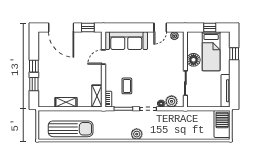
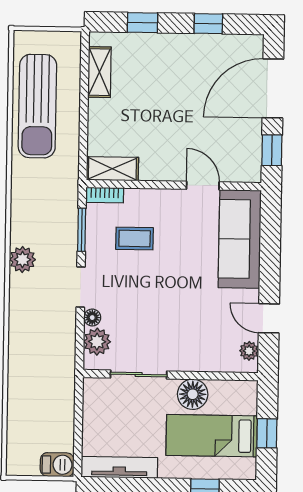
window: (34, 66) -> (208, 24), moved
shelving: (66, 102) -> (99, 72), moved
barbecue: (222, 124) -> (57, 465), width x0.53, depth x0.65

